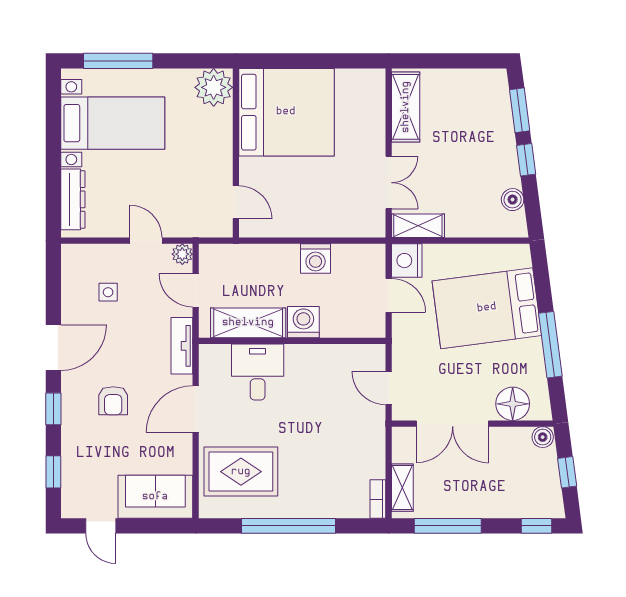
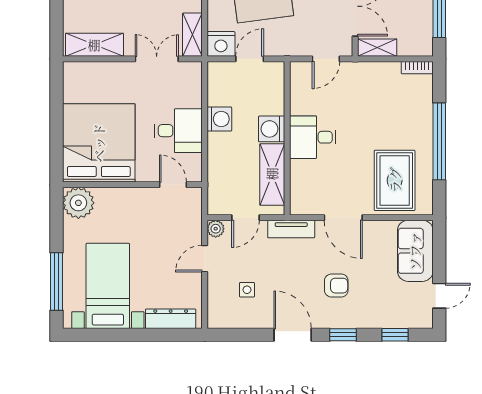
door: (236, 202) -> (173, 185), hinge flipped
desk: (301, 209) -> (178, 131), added
desk: (258, 372) -> (313, 137), moved
shelving: (402, 488) -> (377, 48), moved

